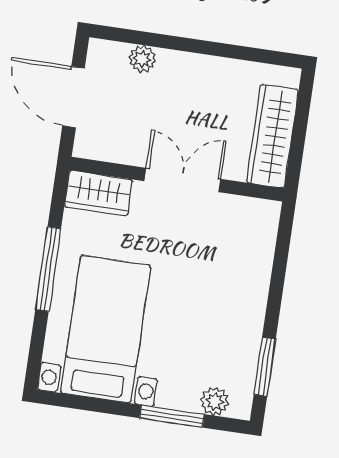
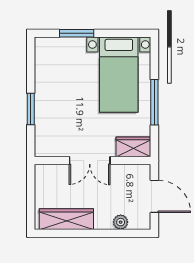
wardrobe: (272, 136) -> (66, 219), moved, turned -90
window: (265, 367) -> (31, 109), moved
plant: (215, 401) -> (55, 45), removed

